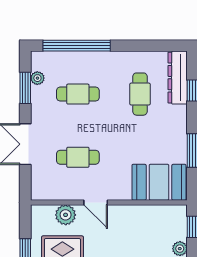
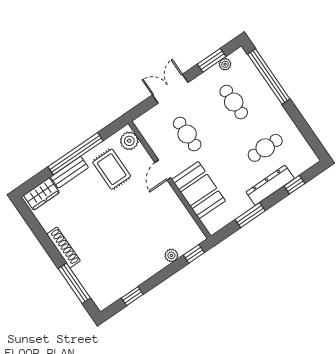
dresser: (178, 78) -> (270, 185), moved
booth: (159, 182) -> (199, 190), moved
plant: (66, 215) -> (129, 141), moved

